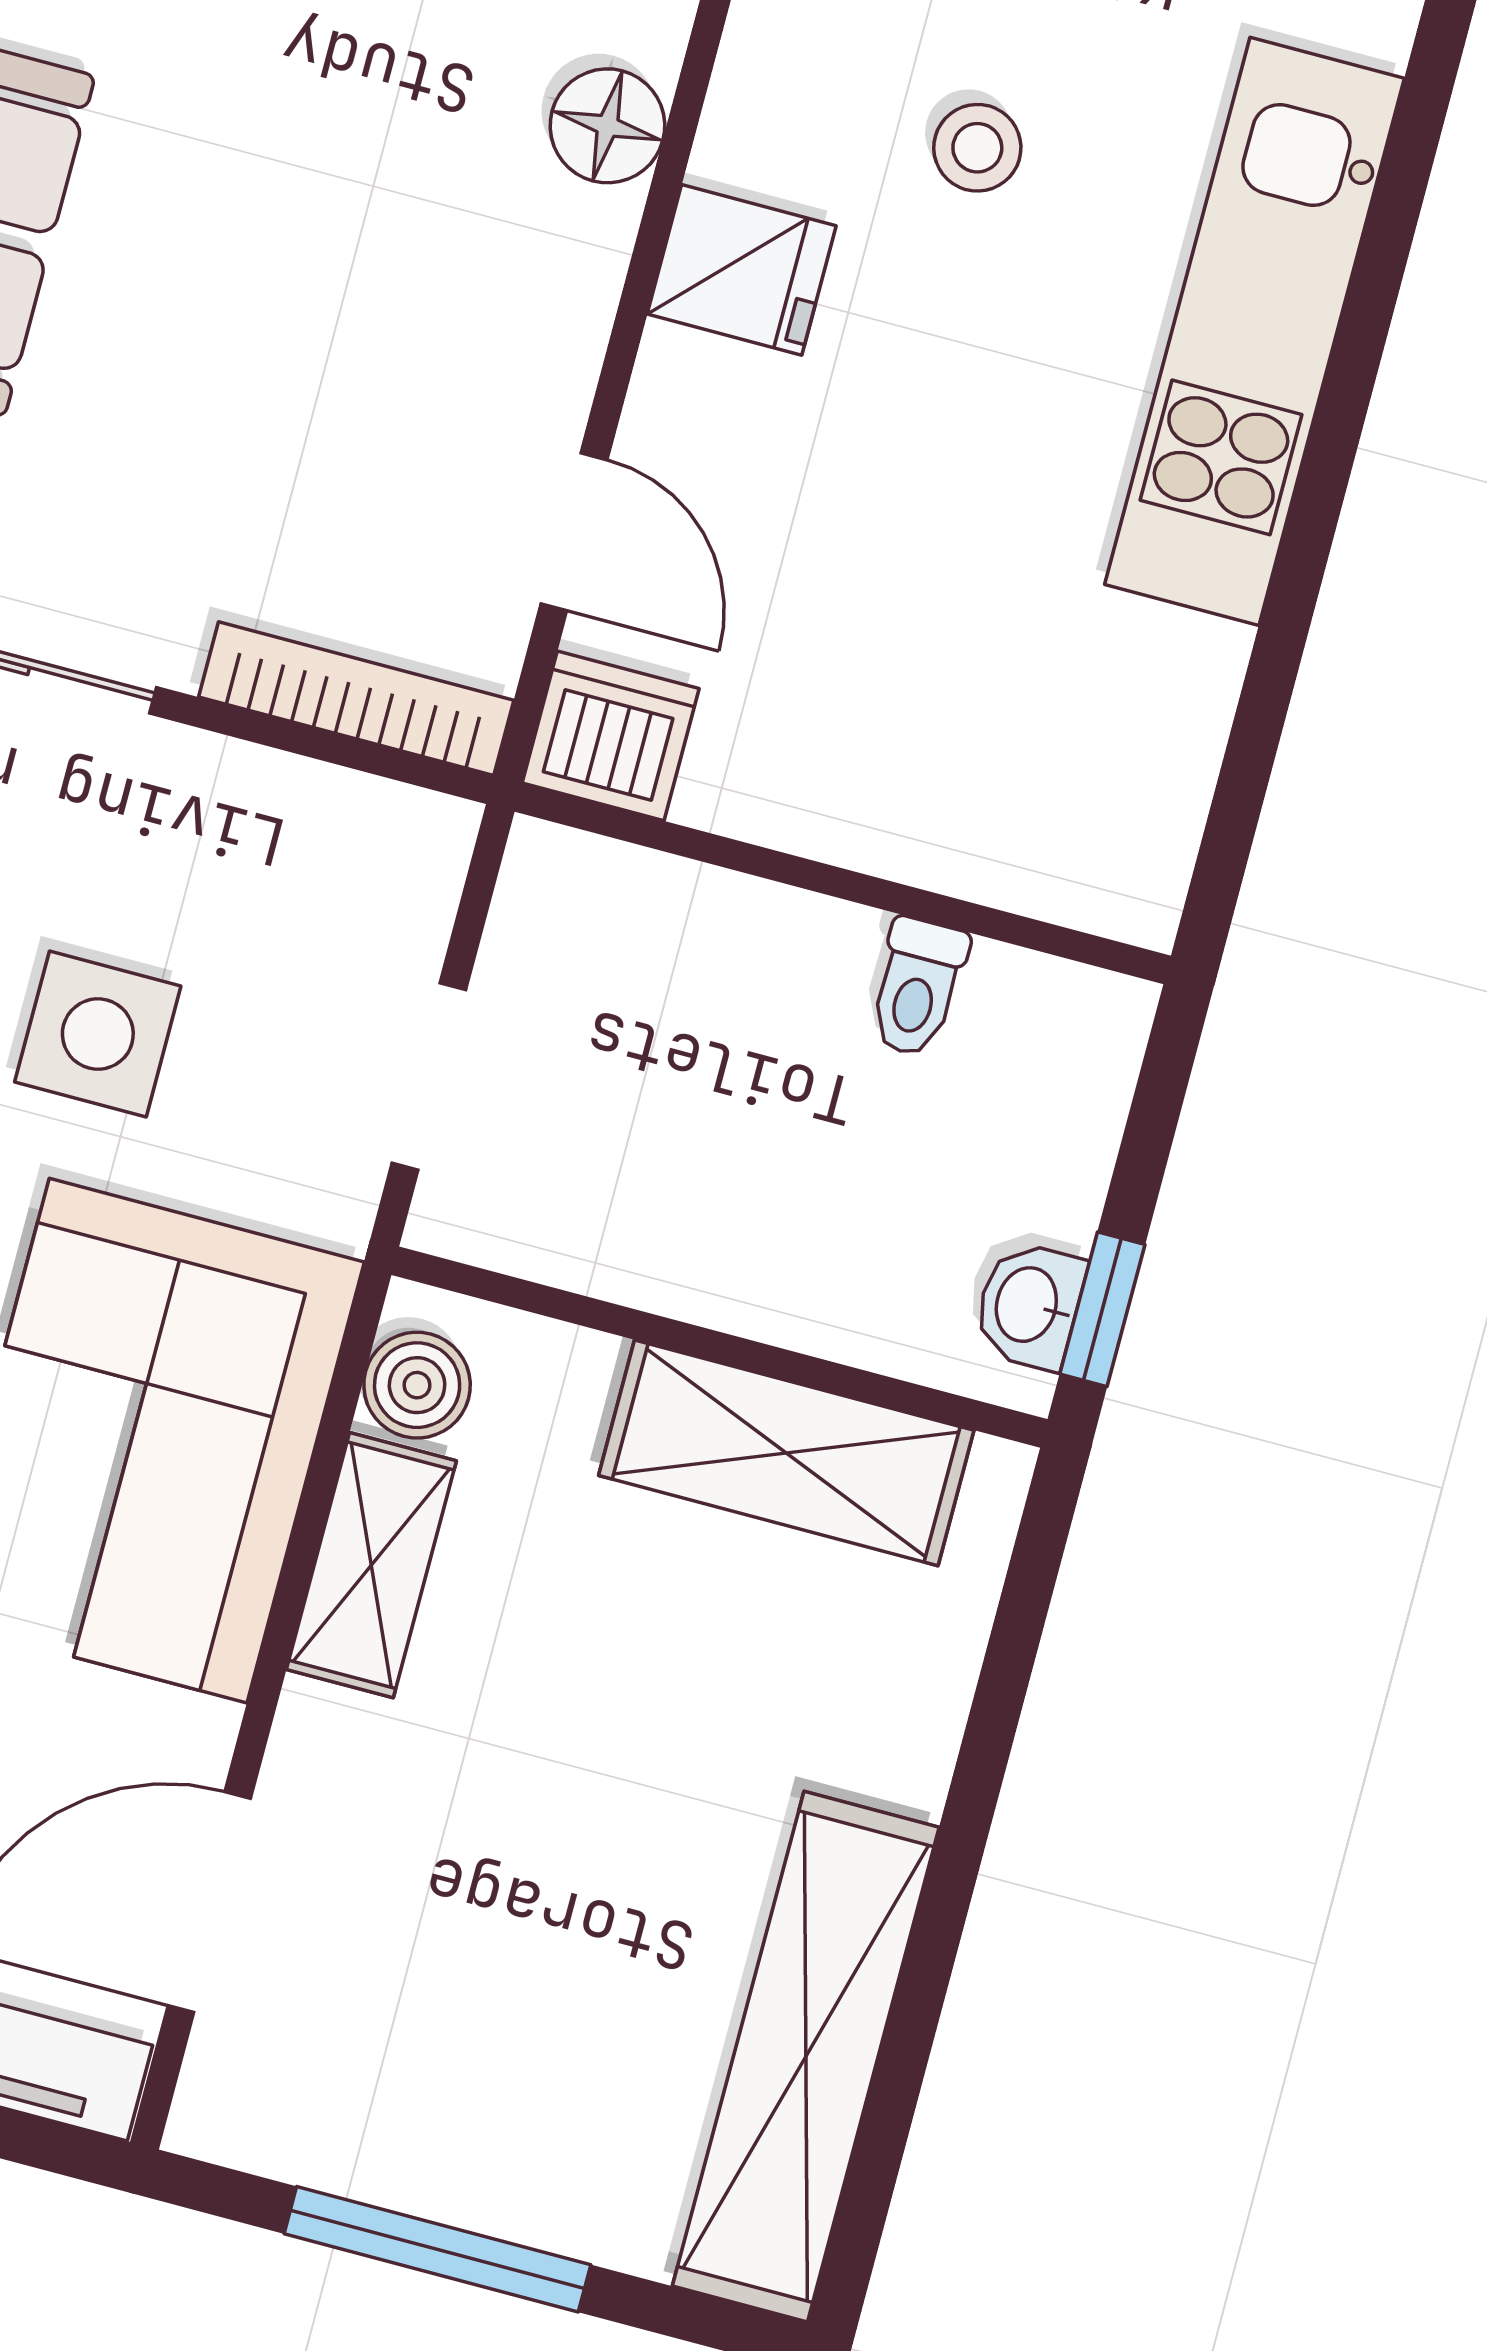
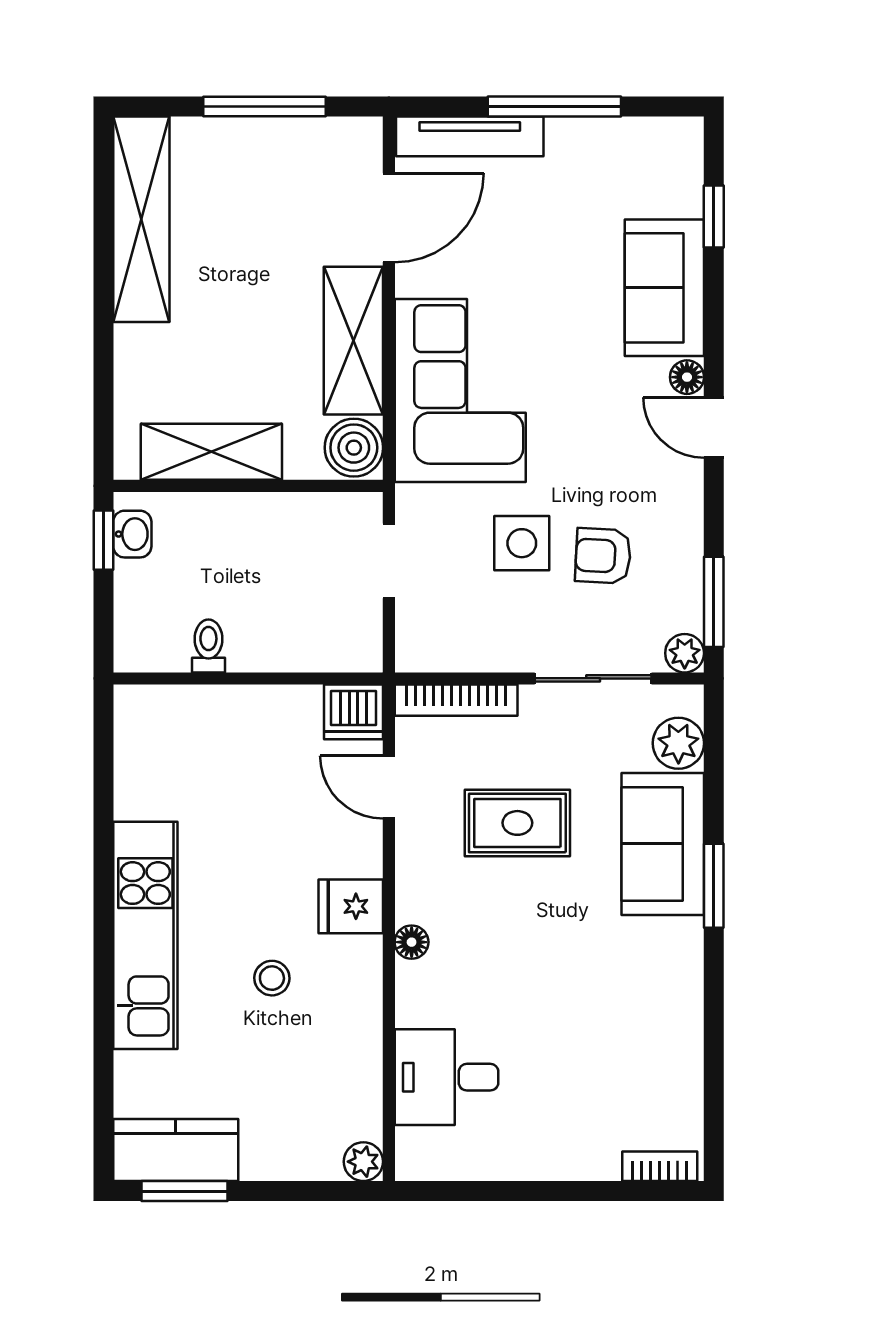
floor lamp: (607, 126) -> (412, 942), width x0.73, depth x0.73
rug: (288, 364) -> (517, 823), added
boiler: (417, 1385) -> (354, 448), width x1.36, depth x1.36
shelving: (371, 1565) -> (353, 341), width x1.50, depth x1.33

